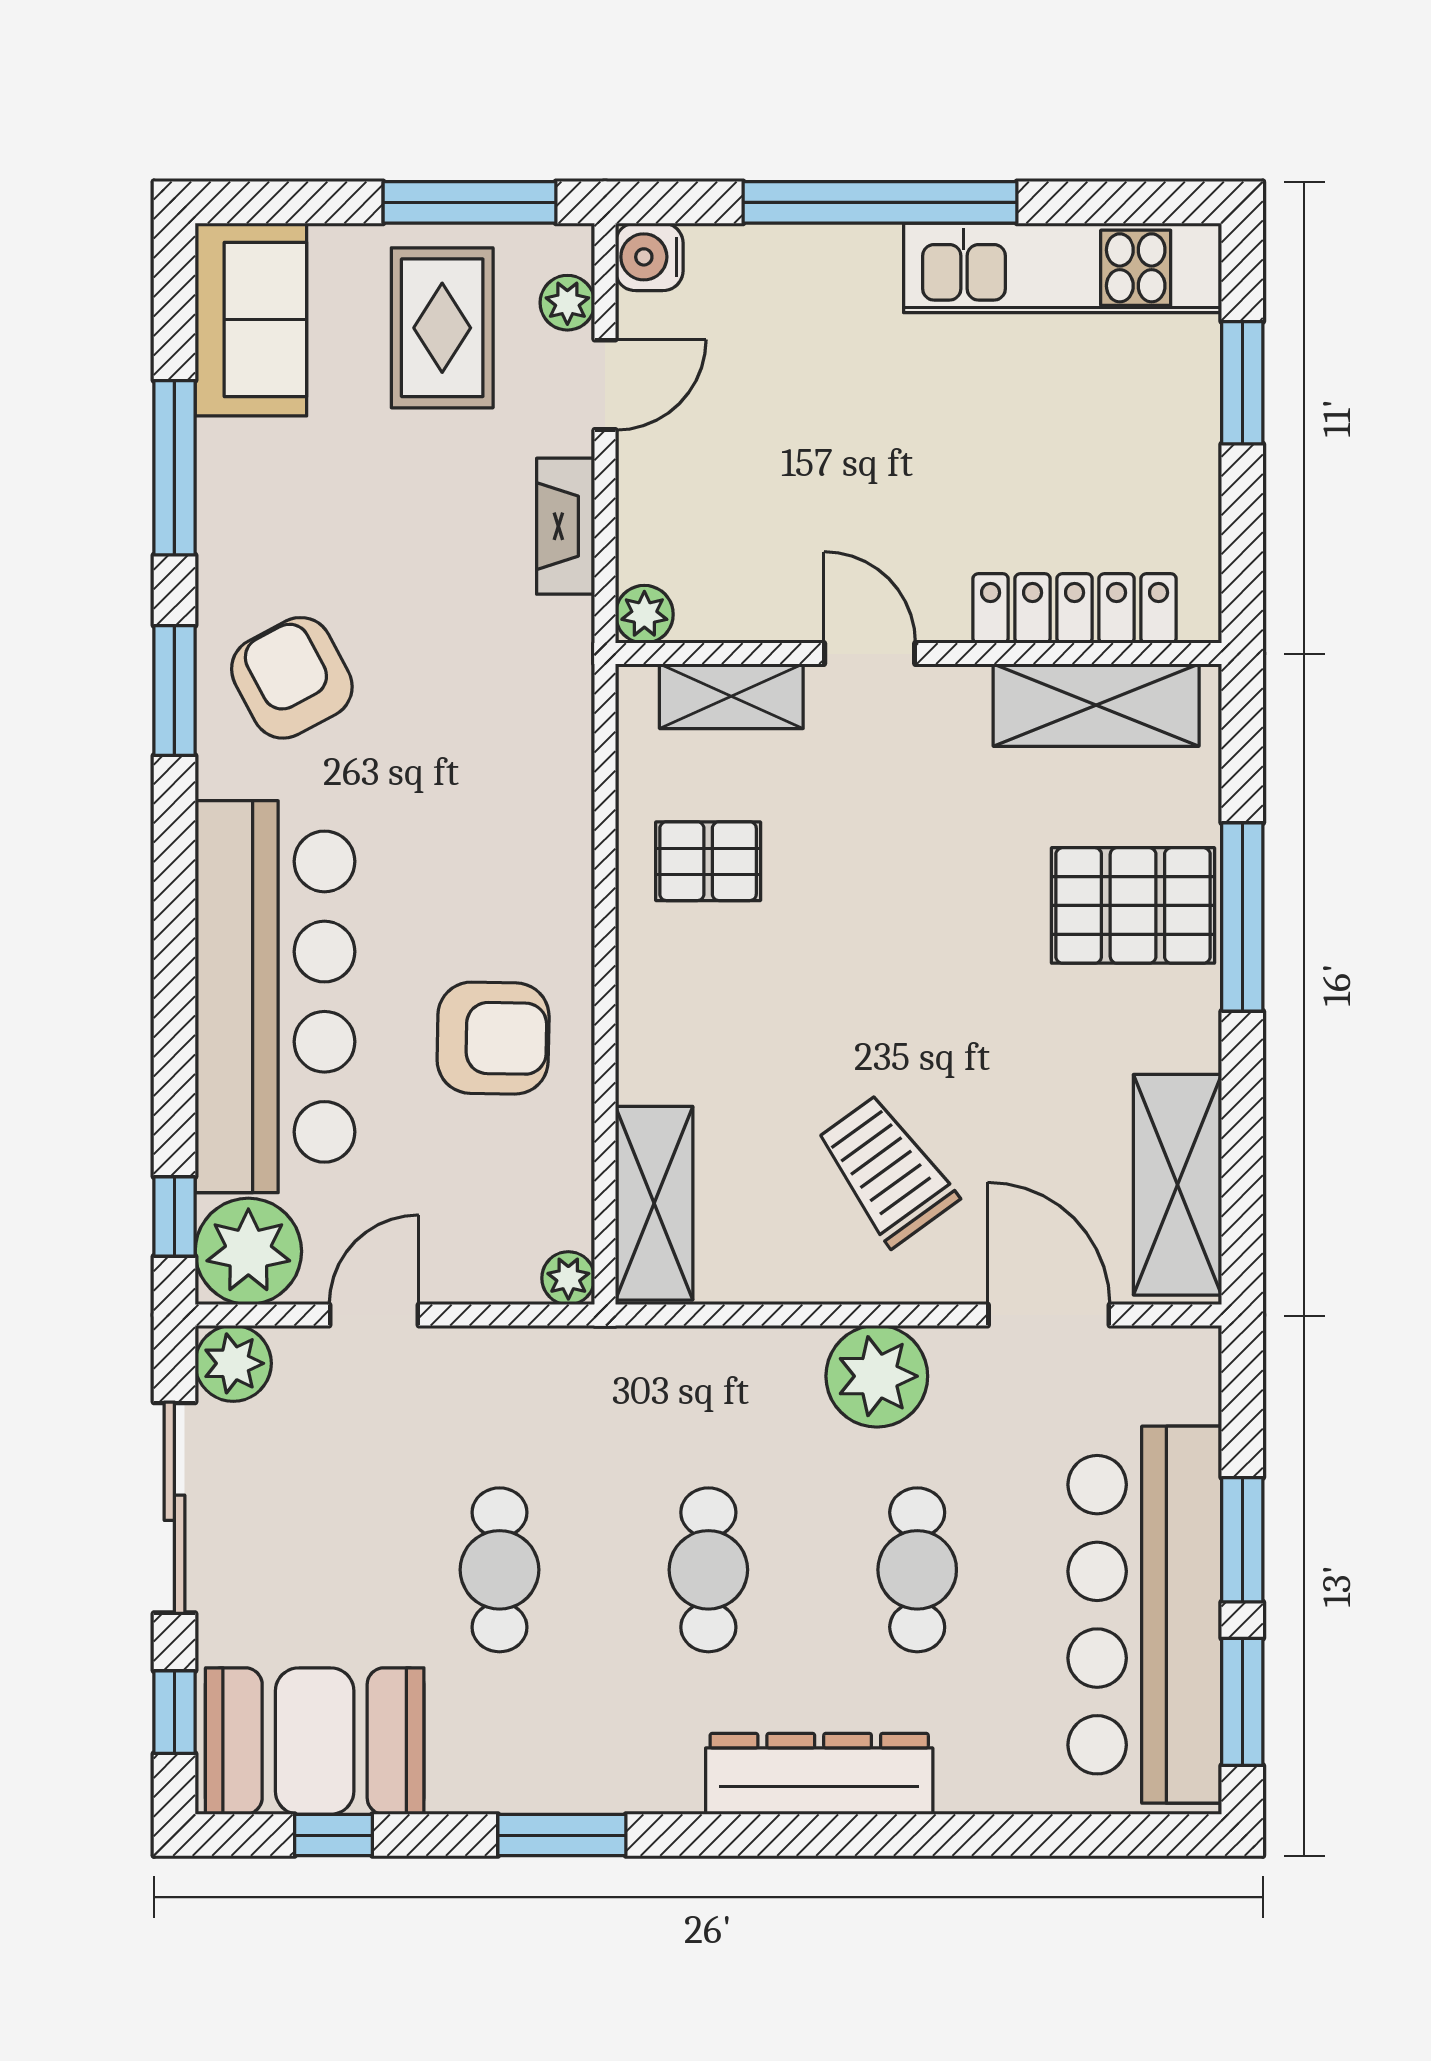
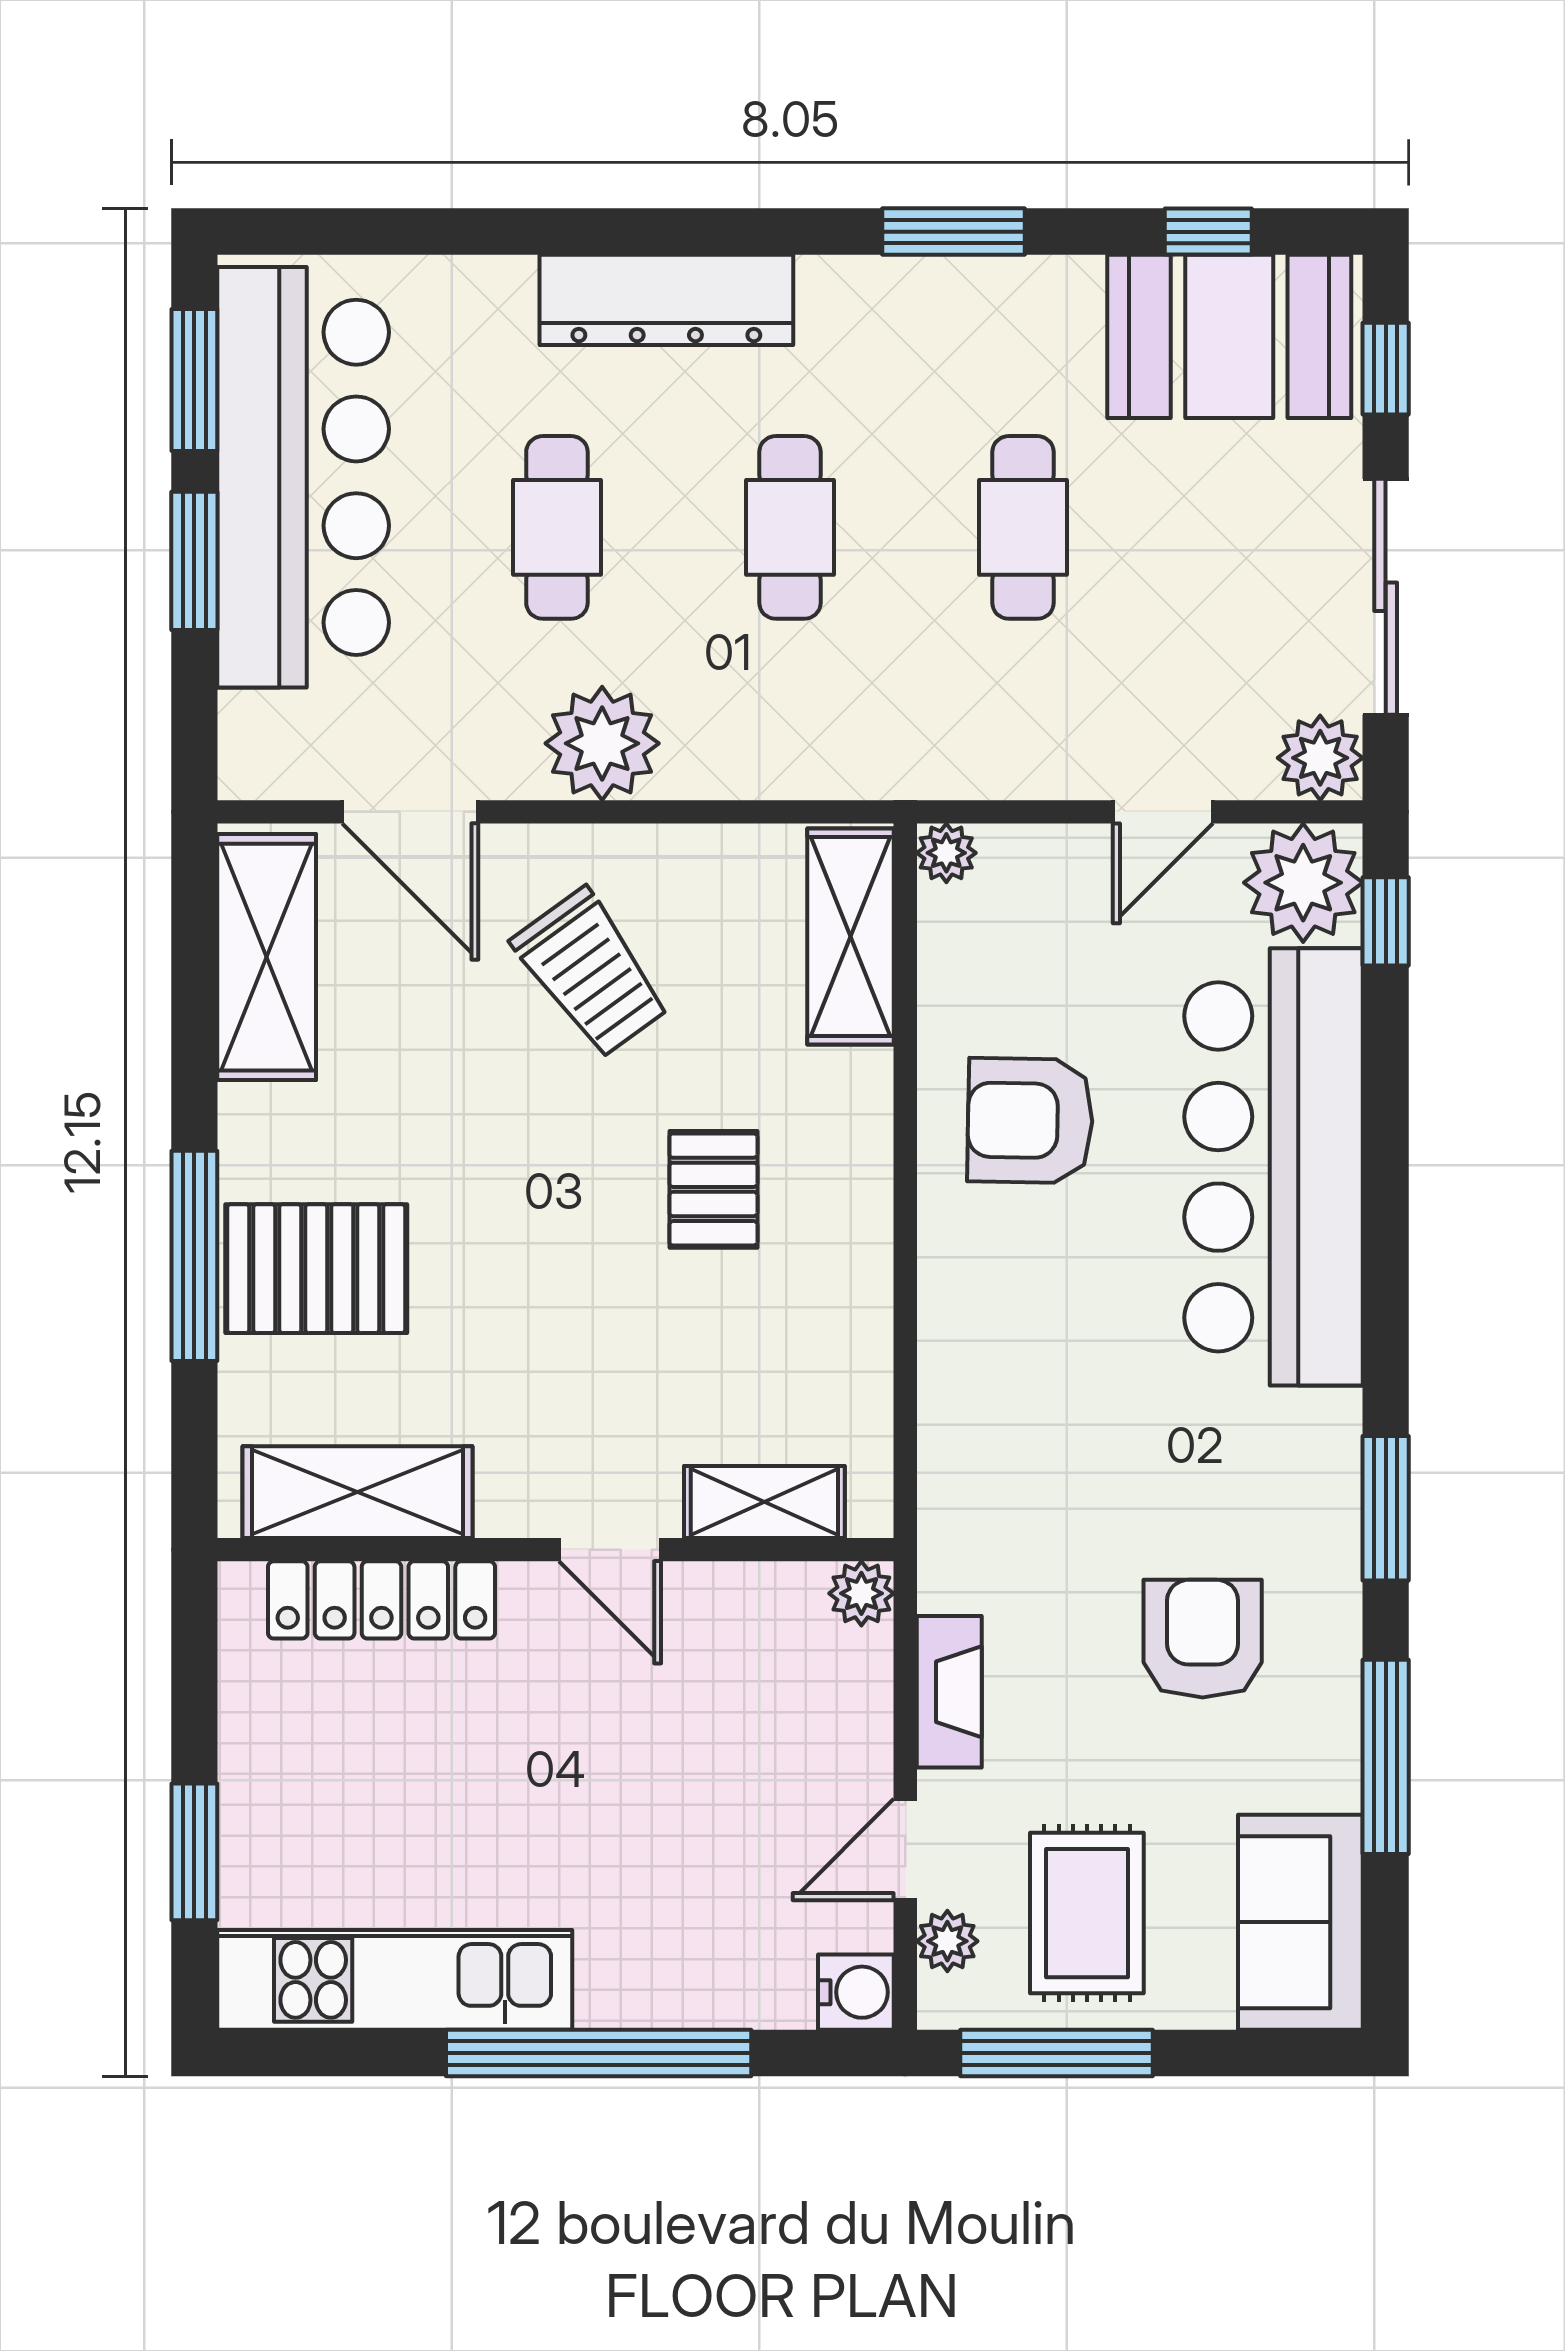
armchair: (292, 678) -> (1203, 1639), moved, turned -152
pallet: (708, 861) -> (713, 1189), moved, turned 90

